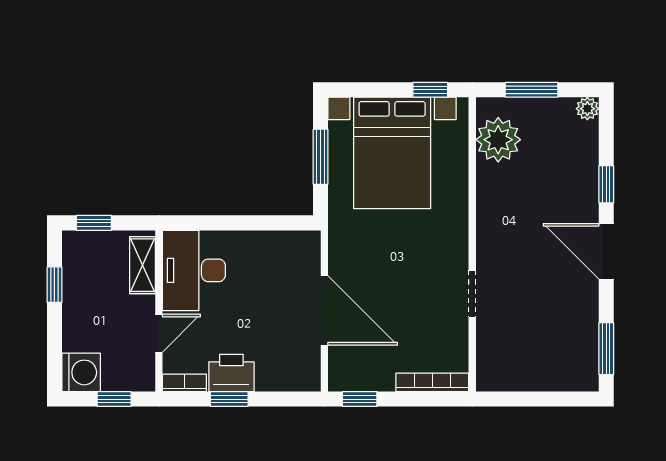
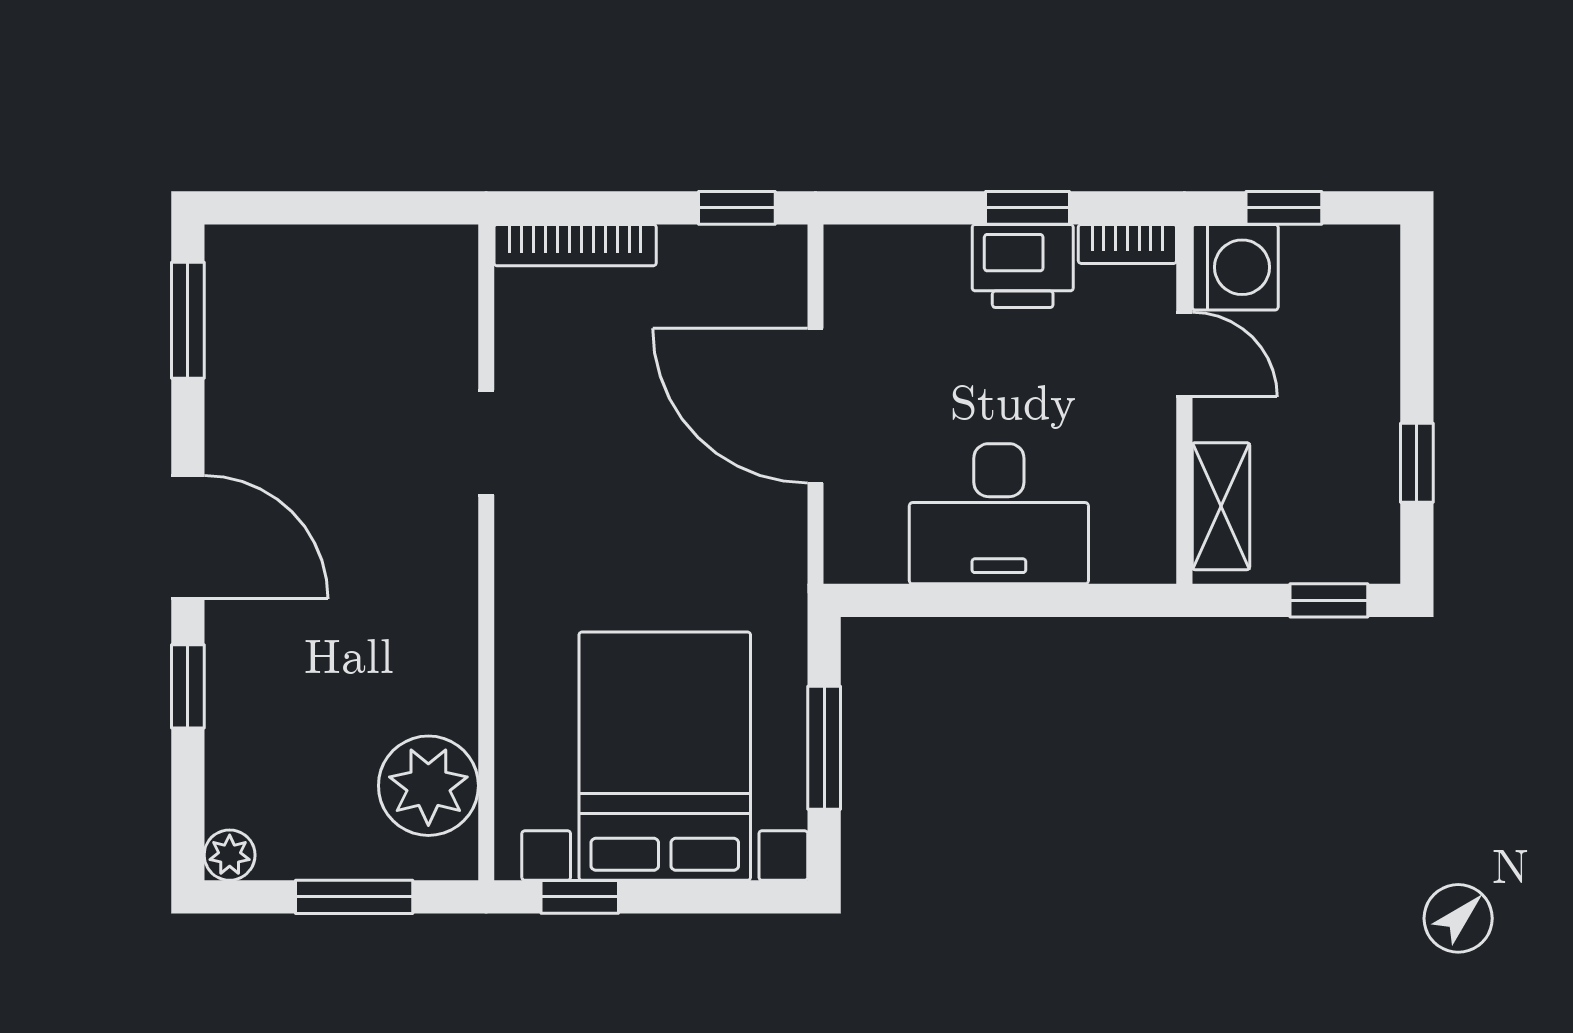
desk: (194, 270) -> (999, 514), moved, turned 90
door: (159, 333) -> (1184, 355), swing flipped
washing machine: (81, 372) -> (1235, 267), moved, turned 180

